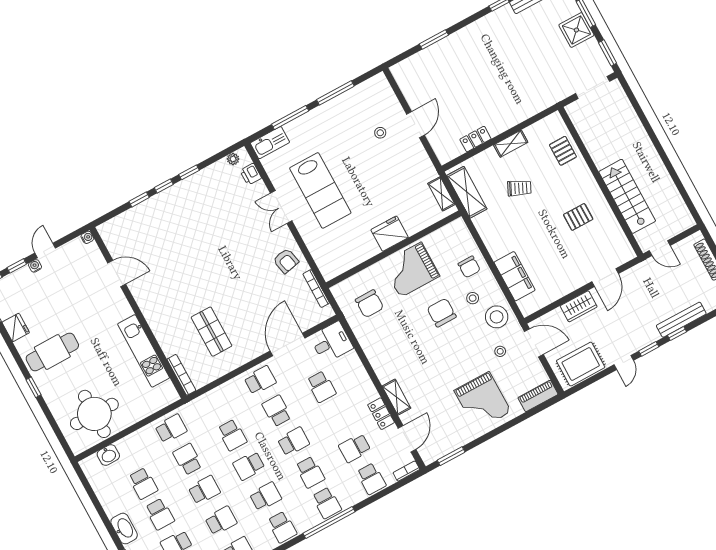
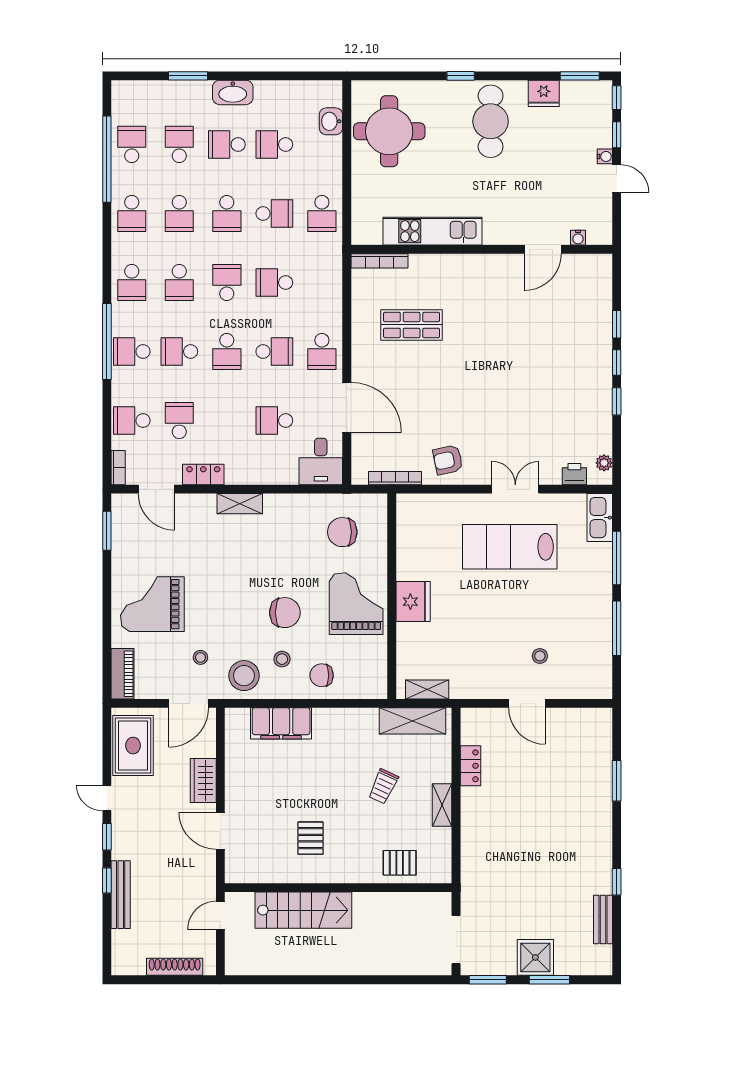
water cooler: (87, 237) -> (578, 238), moved
shelving: (396, 397) -> (240, 504), moved
school desk: (282, 527) -> (132, 283), turned -90

